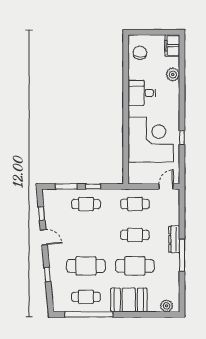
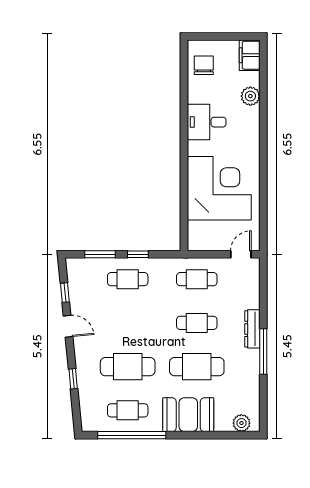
window: (182, 138) -> (263, 185), removed

